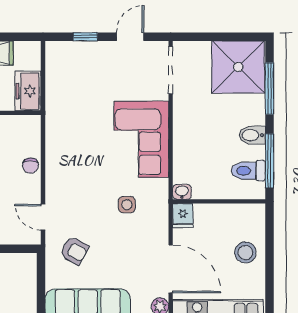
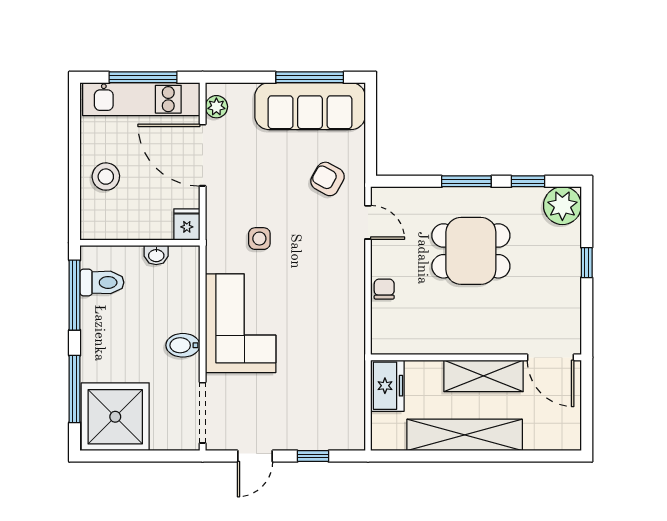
bidet: (252, 135) -> (183, 345), moved, turned 180
washbasin: (182, 192) -> (156, 255), moved

